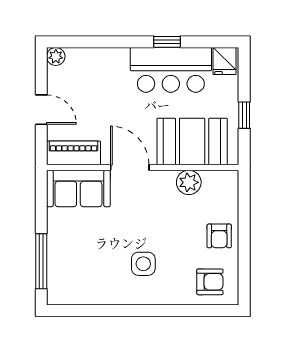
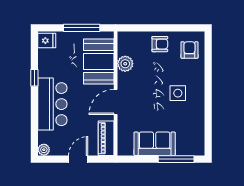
bar counter: (171, 70) -> (52, 104), moved
window: (244, 115) -> (82, 28), width x2.17
sofa: (78, 189) -> (155, 144), moved, turned -90

